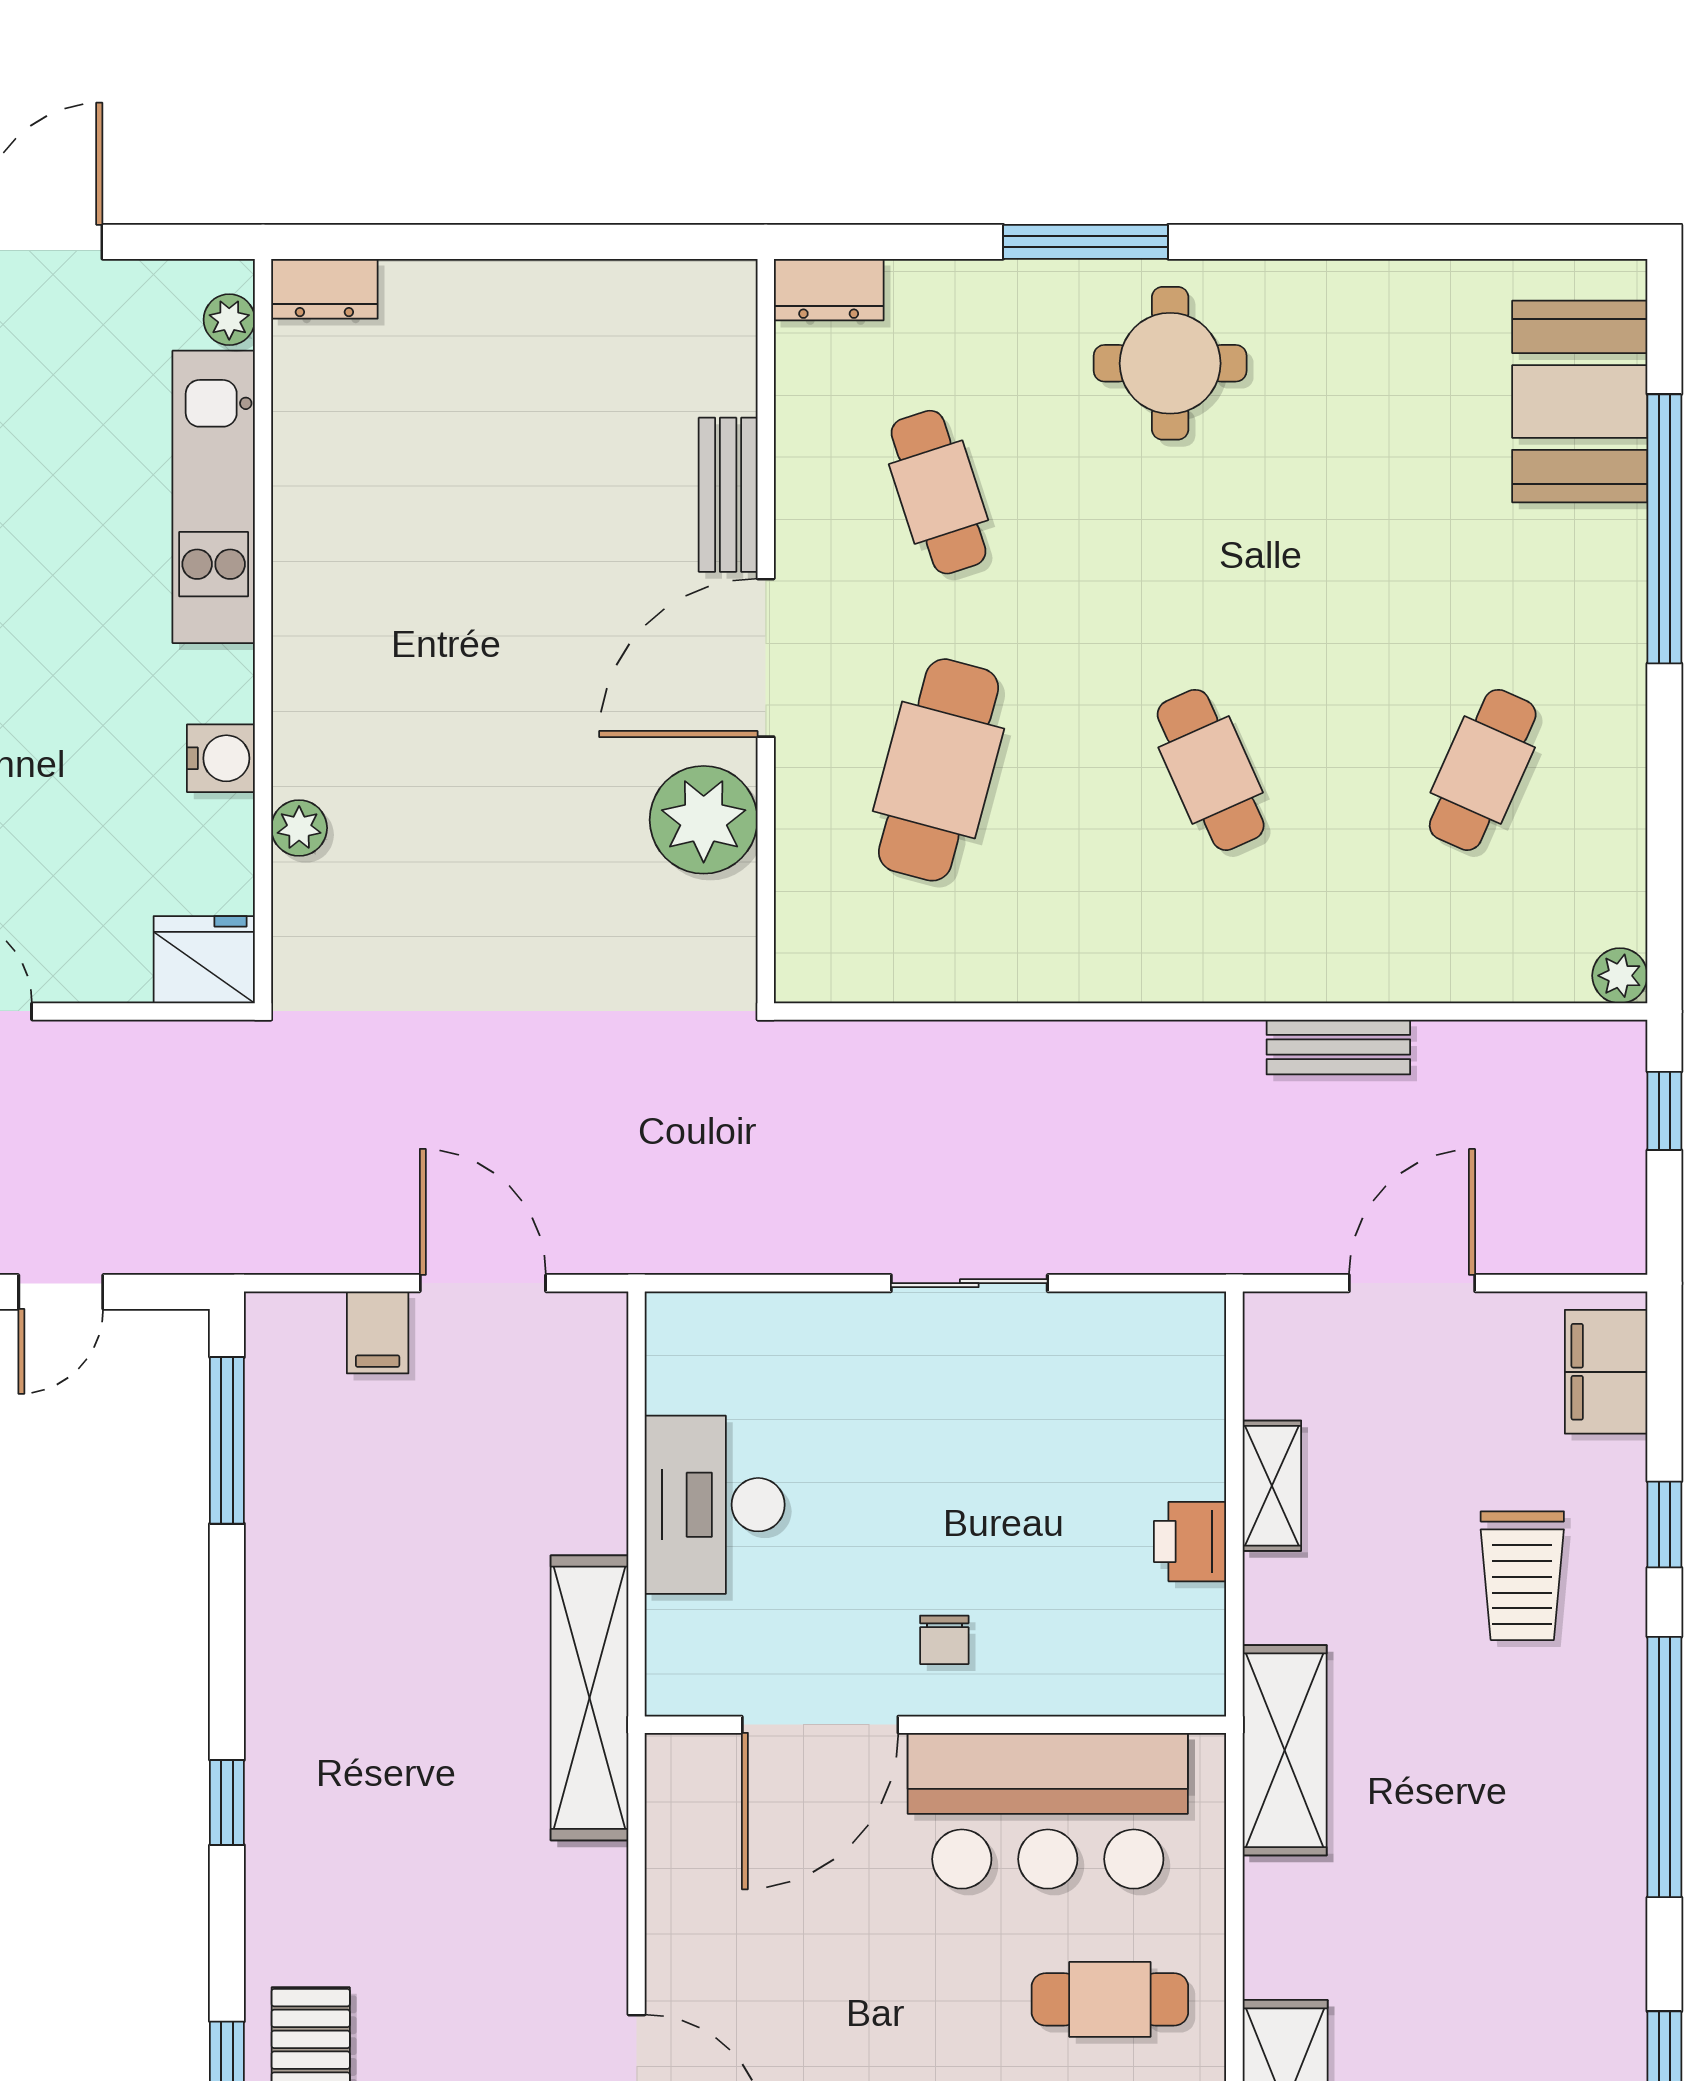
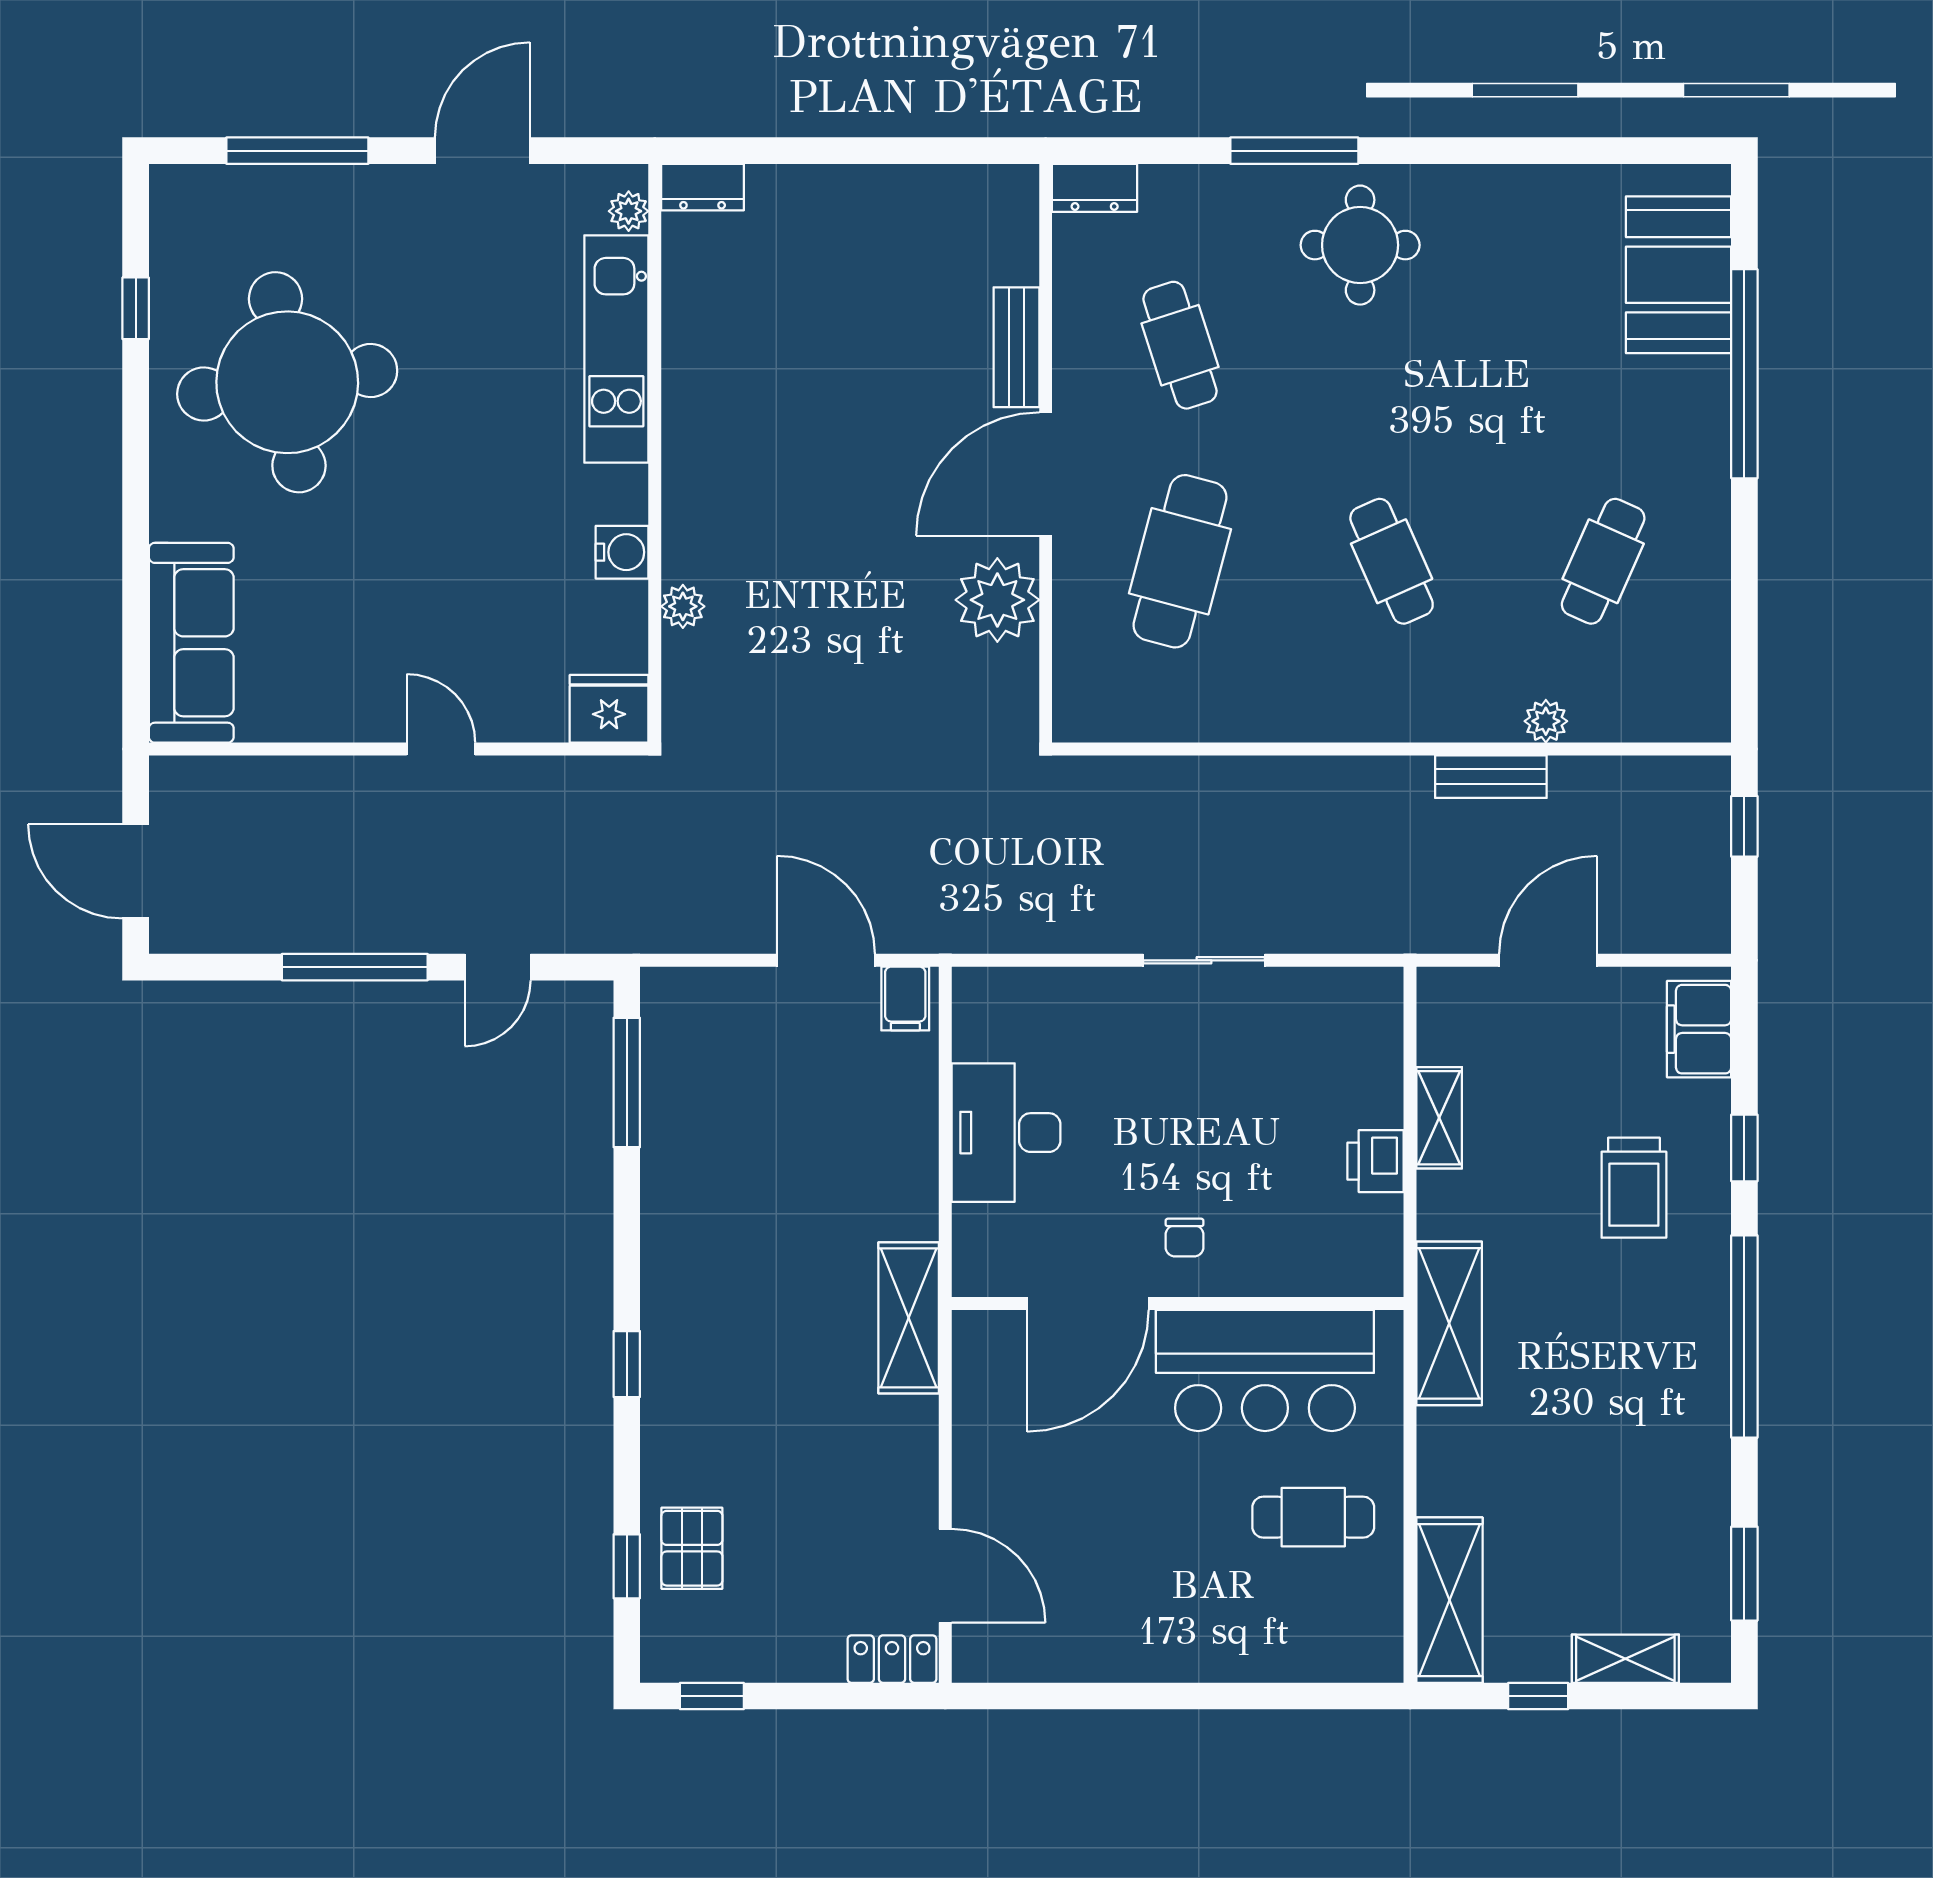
plant: (1620, 976) -> (1546, 721), moved
filing cabinet: (378, 1332) -> (905, 999), moved
shelving: (590, 1698) -> (909, 1318), width x0.68

